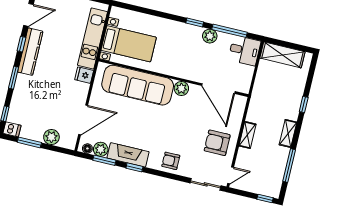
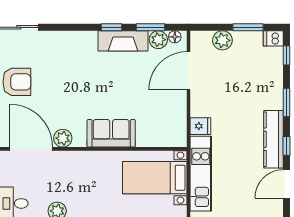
sofa: (138, 85) -> (111, 133), width x0.54, depth x0.79
plant: (181, 88) -> (63, 138), moved
armchair: (171, 161) -> (69, 46), removed

